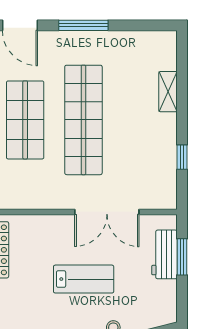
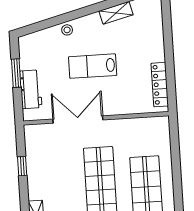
window: (182, 257) -> (16, 73), moved

